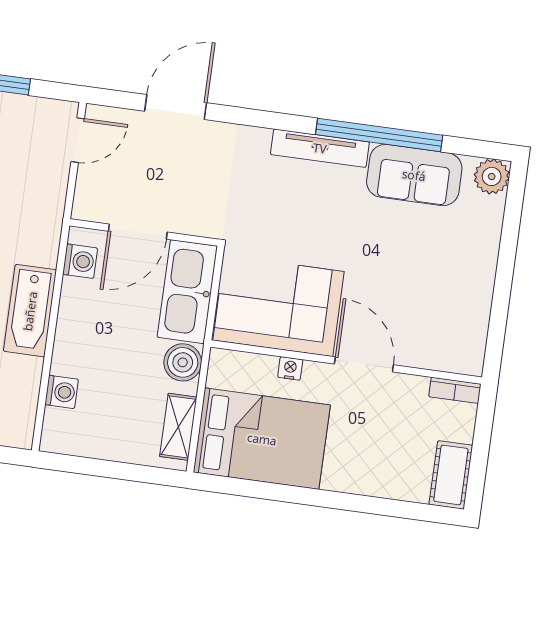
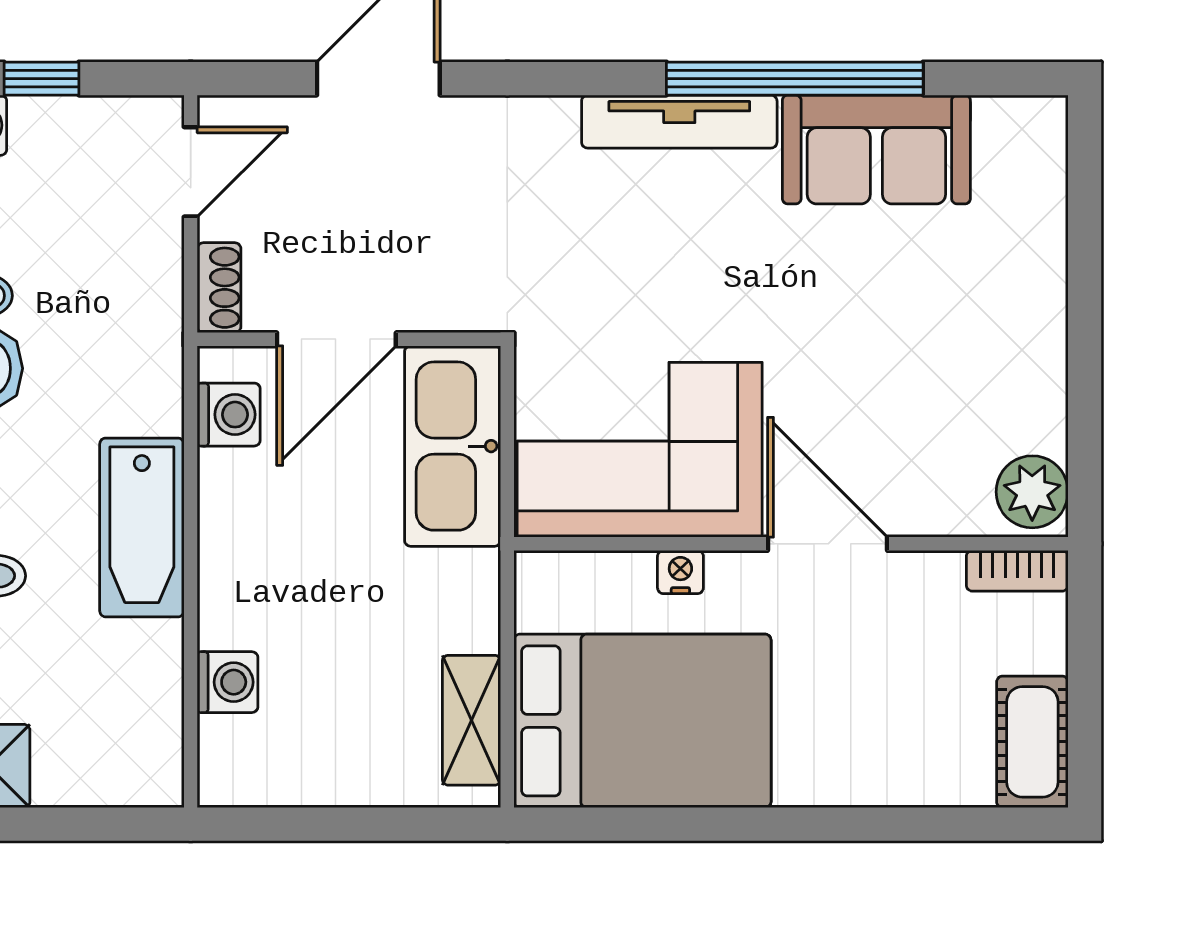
plant: (492, 176) -> (1032, 492), moved
shoe rack: (84, 199) -> (219, 288), added
boiler: (183, 362) -> (463, 590), removed

